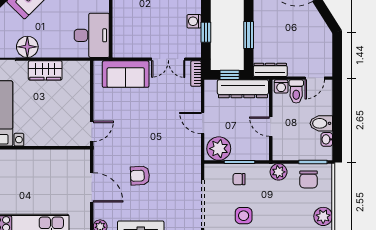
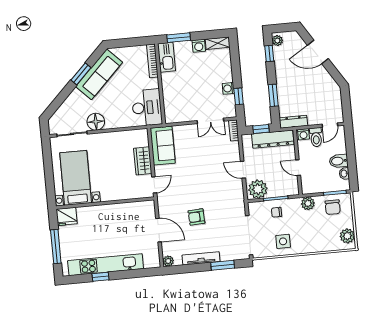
wardrobe: (45, 70) -> (143, 161), moved, turned 90
sofa: (126, 74) -> (163, 146), moved, turned -90

